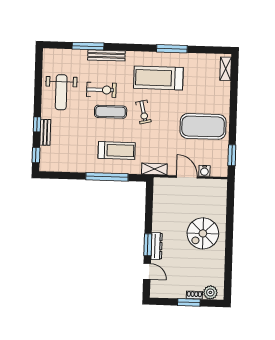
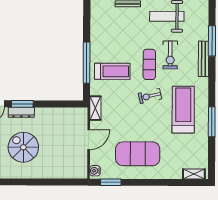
exercise mat: (203, 126) -> (138, 154), turned 90
treadmill: (117, 150) -> (112, 71), turned -90
water cooler: (204, 171) -> (95, 171), moved
spiral stairs: (203, 233) -> (23, 147), moved

